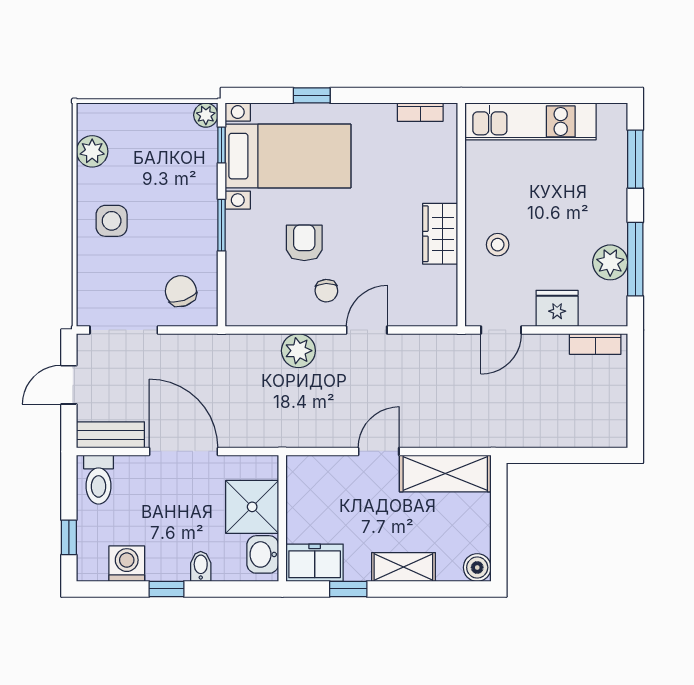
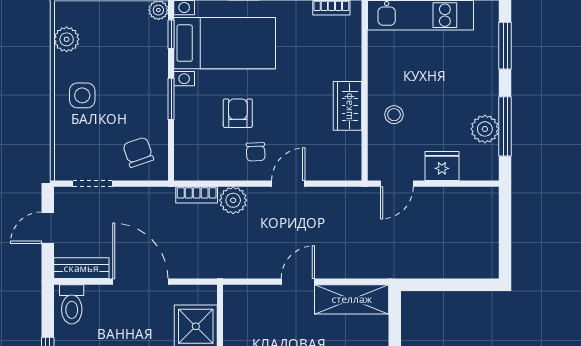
doorway: (124, 330) -> (92, 184), width x0.73
bookcase: (595, 344) -> (197, 195), moved

